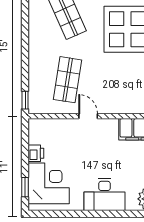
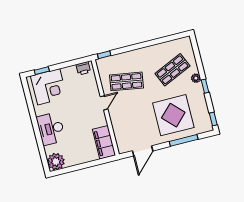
printer: (36, 153) -> (83, 68), moved

